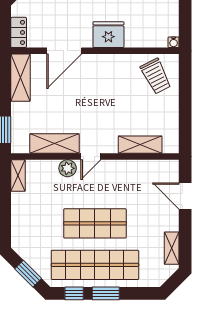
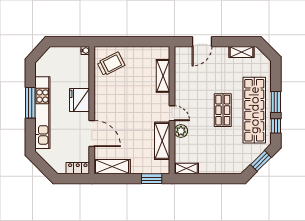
shop shelf: (95, 223) -> (223, 110), width x0.70, depth x0.74

